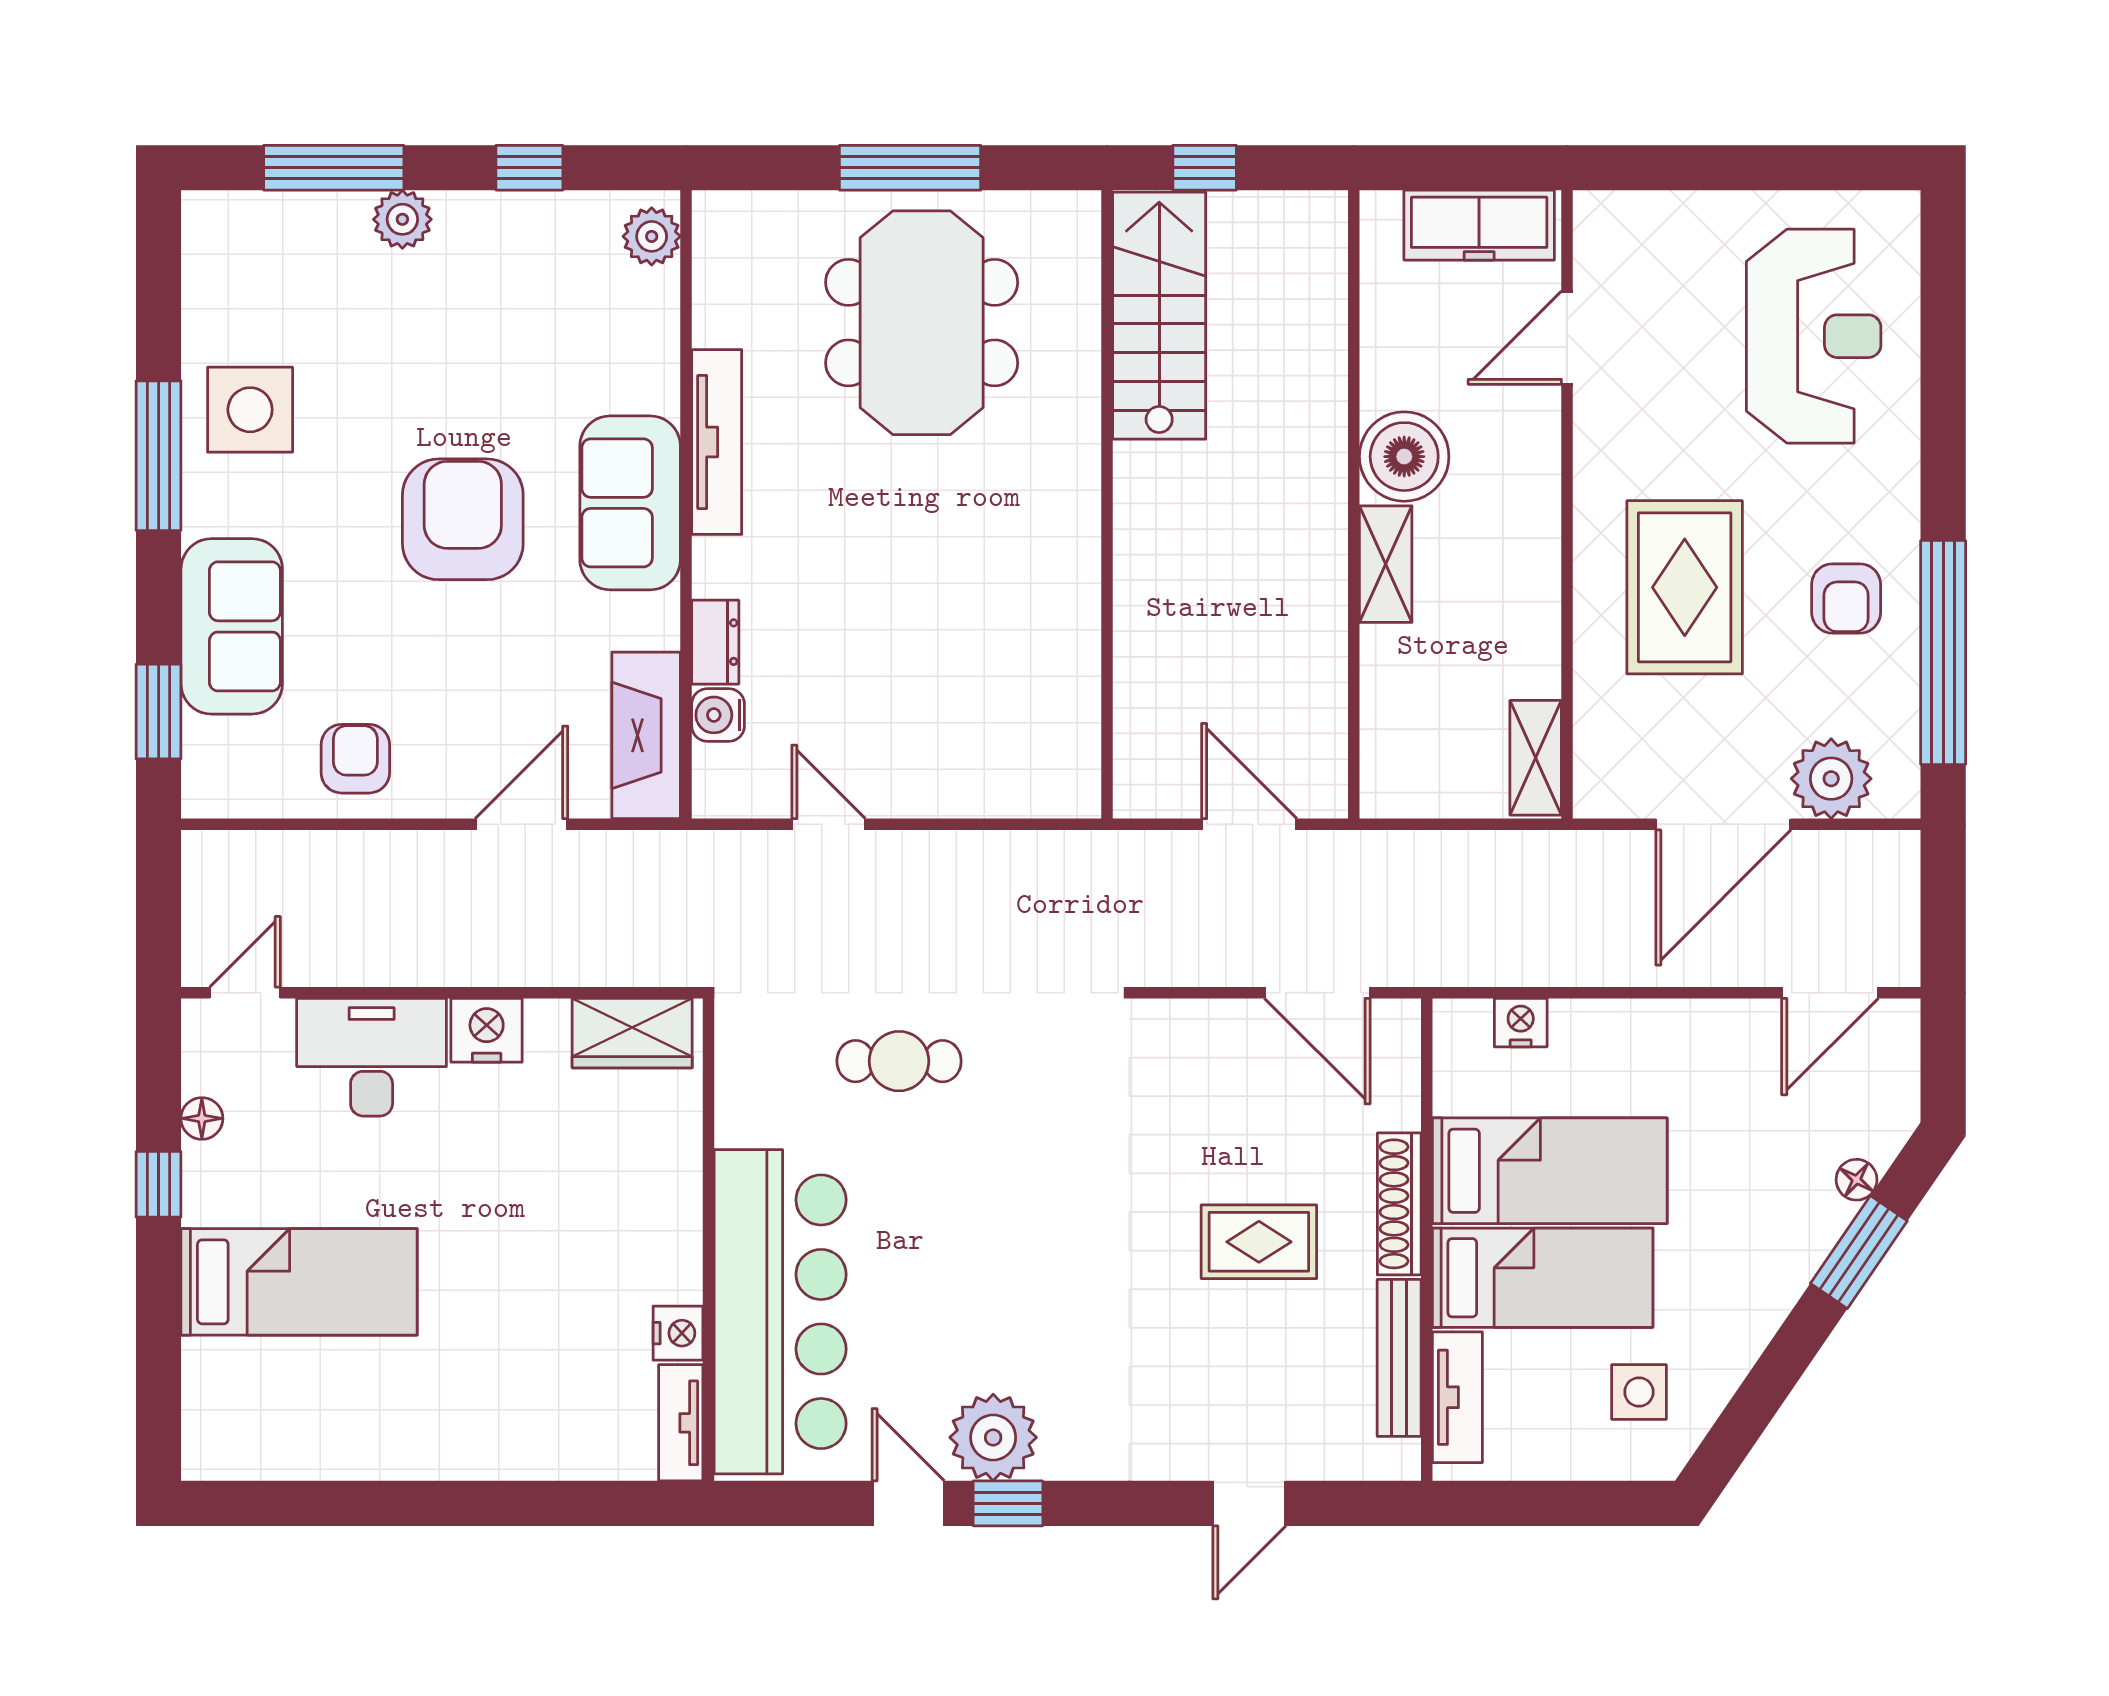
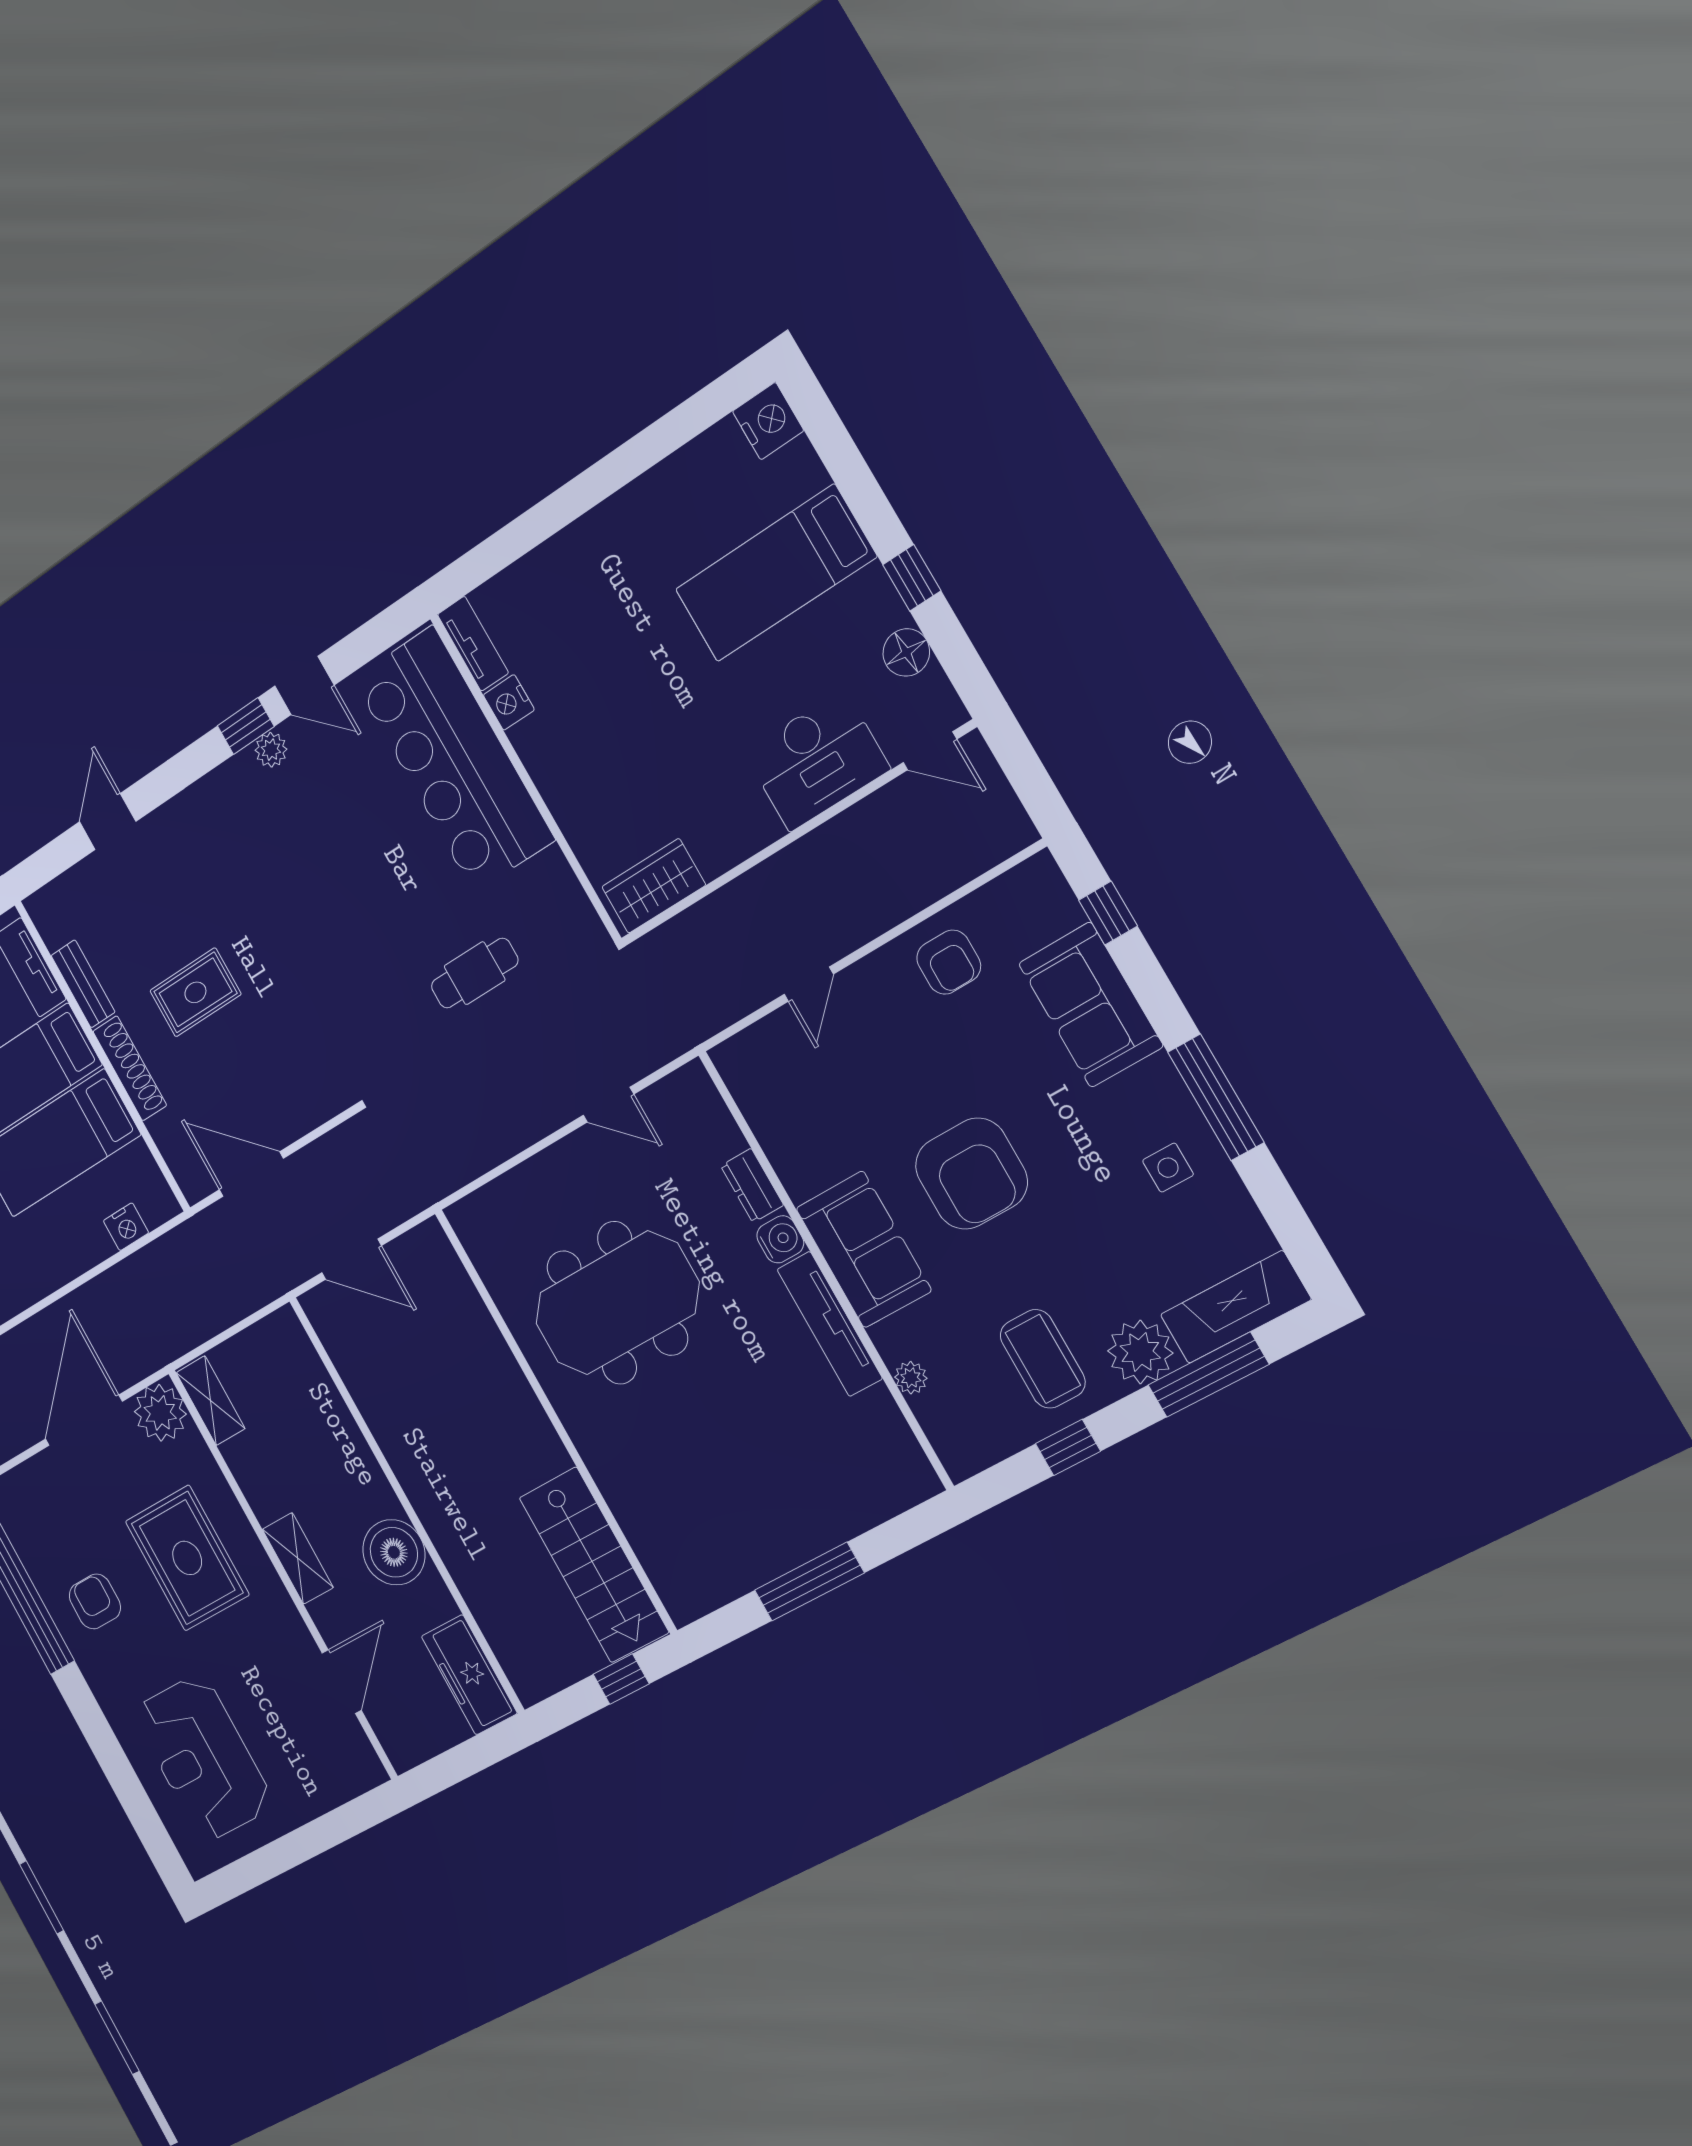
plant: (402, 219) -> (1140, 1352), width x1.36, depth x1.36
freezer: (1479, 225) -> (469, 1675), moved, turned -90
plant: (652, 236) -> (911, 1378), moved, width x0.73, depth x0.73
coffee table: (501, 278) -> (1043, 1359), added
meeting table: (922, 323) -> (617, 1303), moved, turned 90
side table: (250, 410) -> (1168, 1168), width x0.54, depth x0.54
shelving: (1386, 564) -> (298, 1558), moved
window: (159, 712) -> (1108, 913), width x0.67
water cooler: (718, 715) -> (780, 1239), moved
fireplace: (646, 735) -> (1235, 1307), moved, turned -90
plant: (1831, 779) -> (160, 1413), moved
door: (521, 824) -> (809, 984), width x0.73
door: (245, 993) -> (930, 751), hinge flipped
nightstand: (487, 1030) -> (768, 421), moved, turned -90
floor lamp: (202, 1118) -> (906, 652), width x1.37, depth x1.37
bench: (1399, 1358) -> (83, 984), width x0.73
plant: (993, 1437) -> (271, 750), width x0.53, depth x0.53

